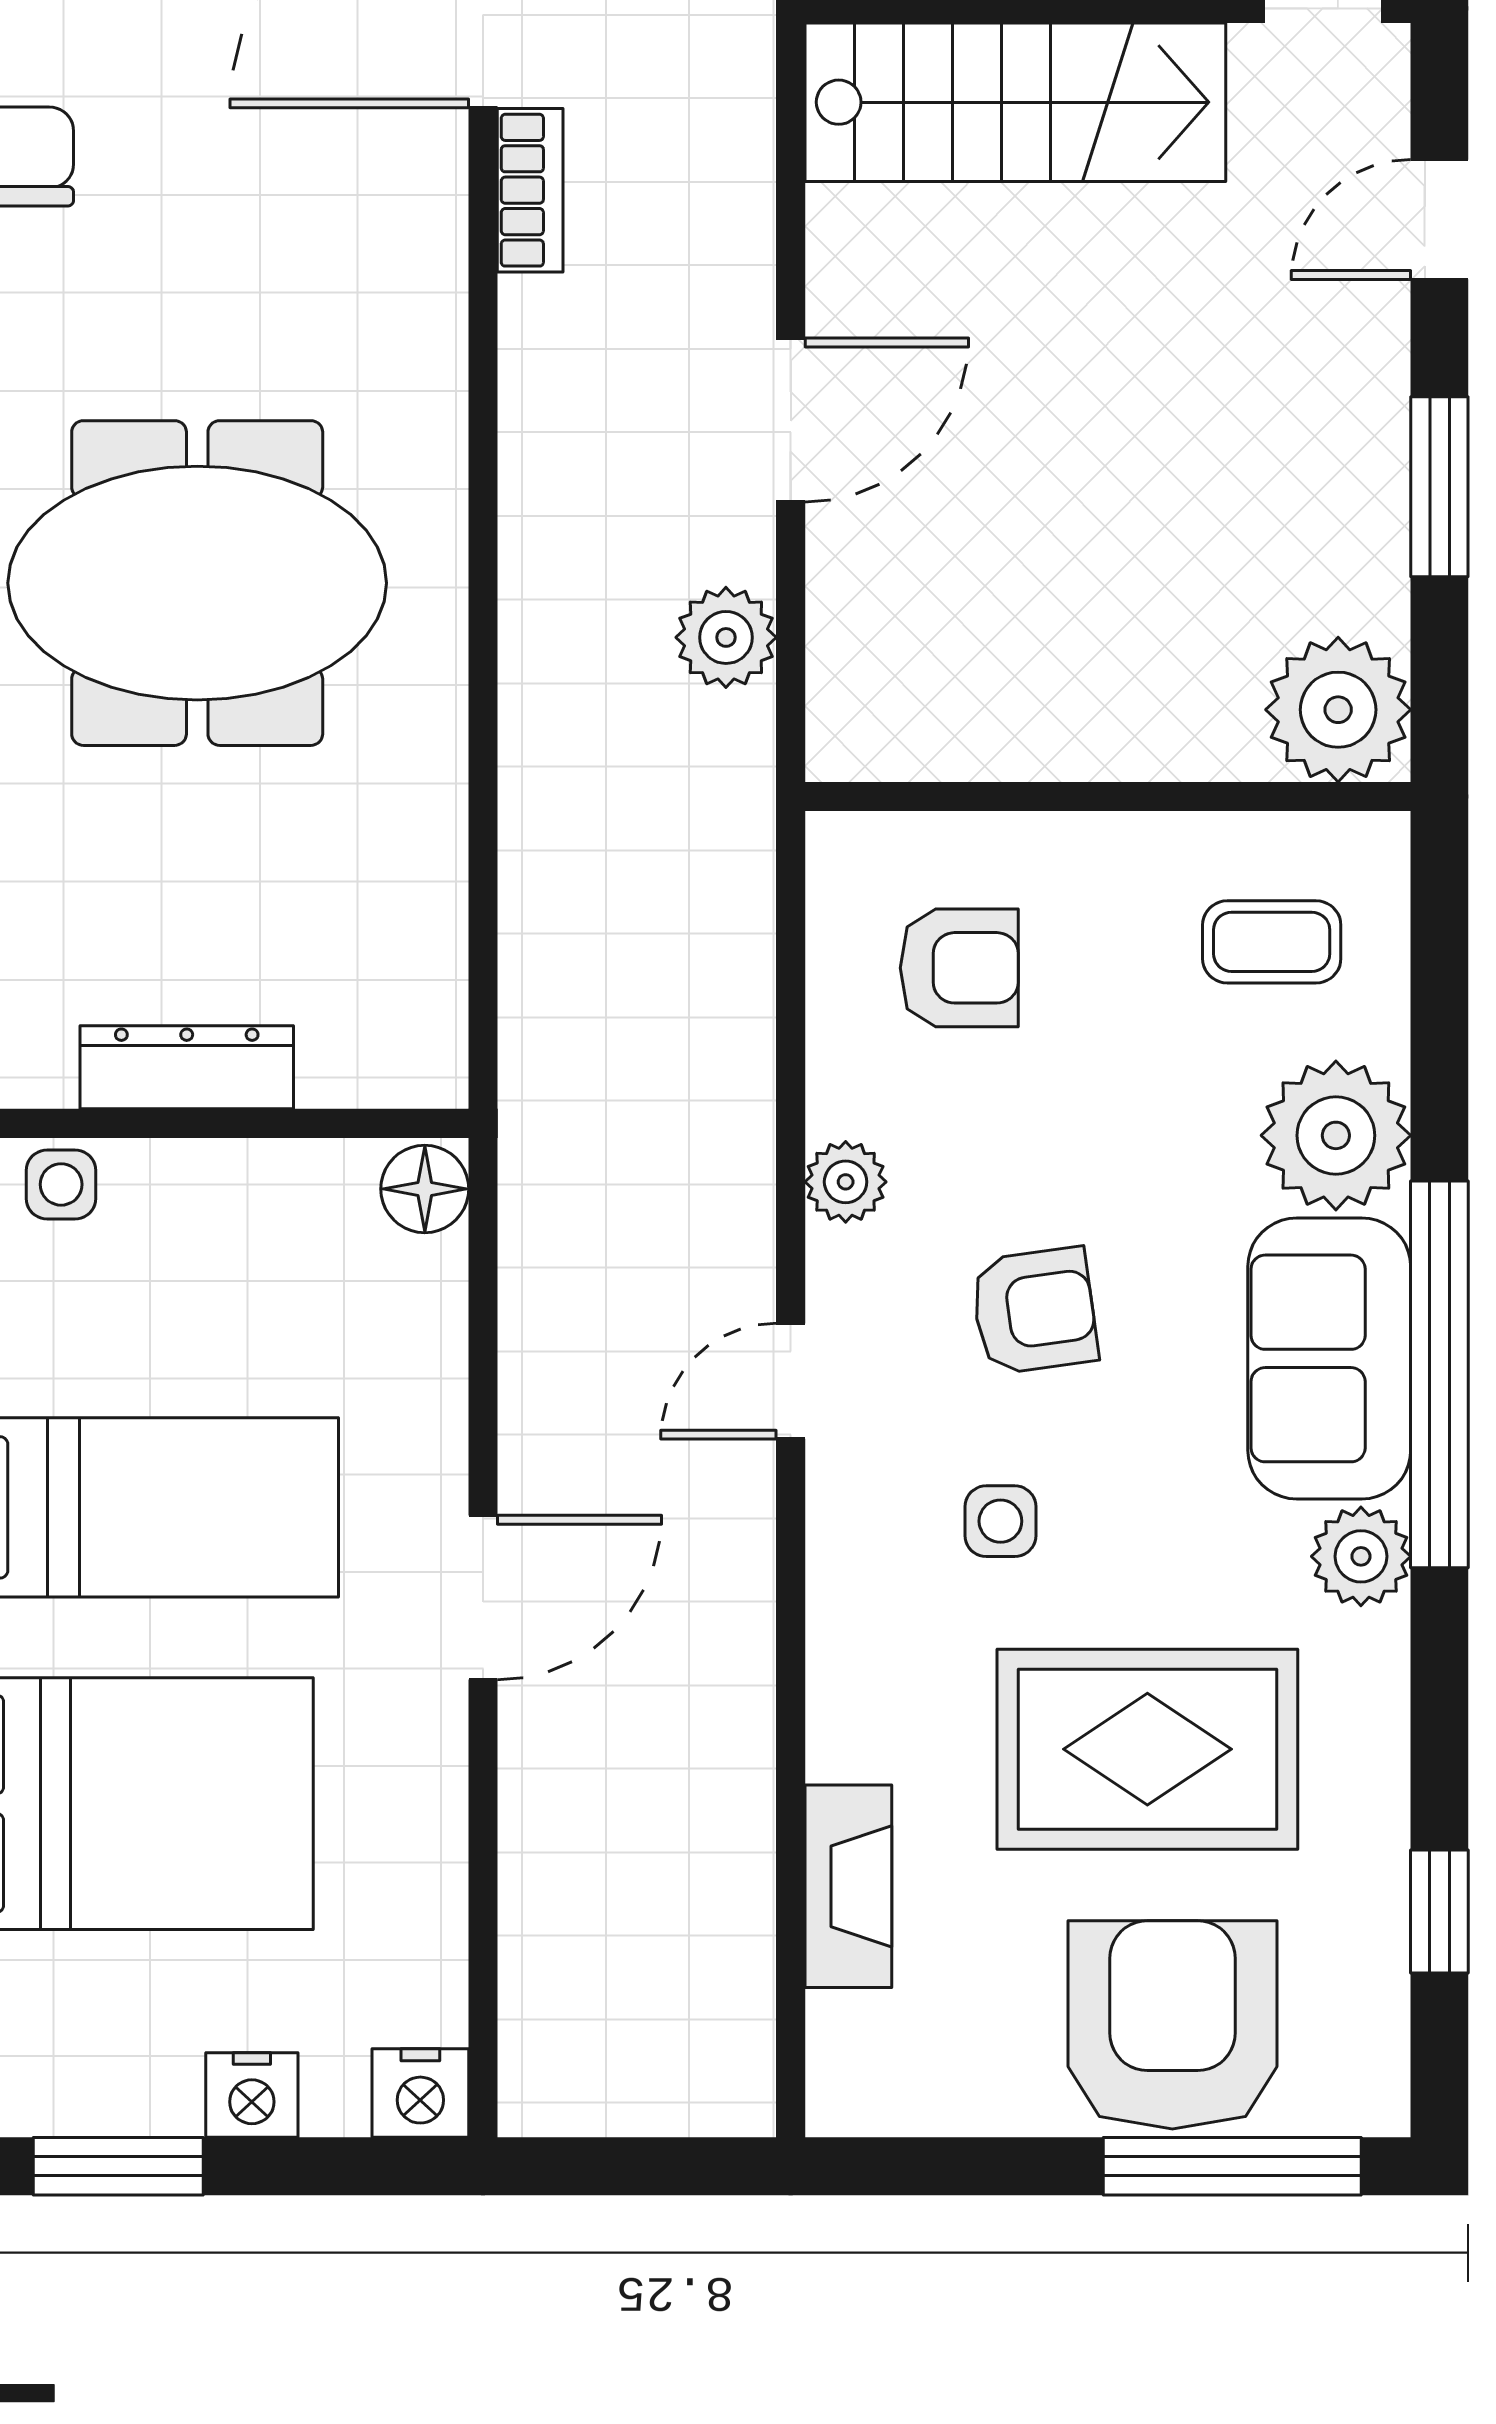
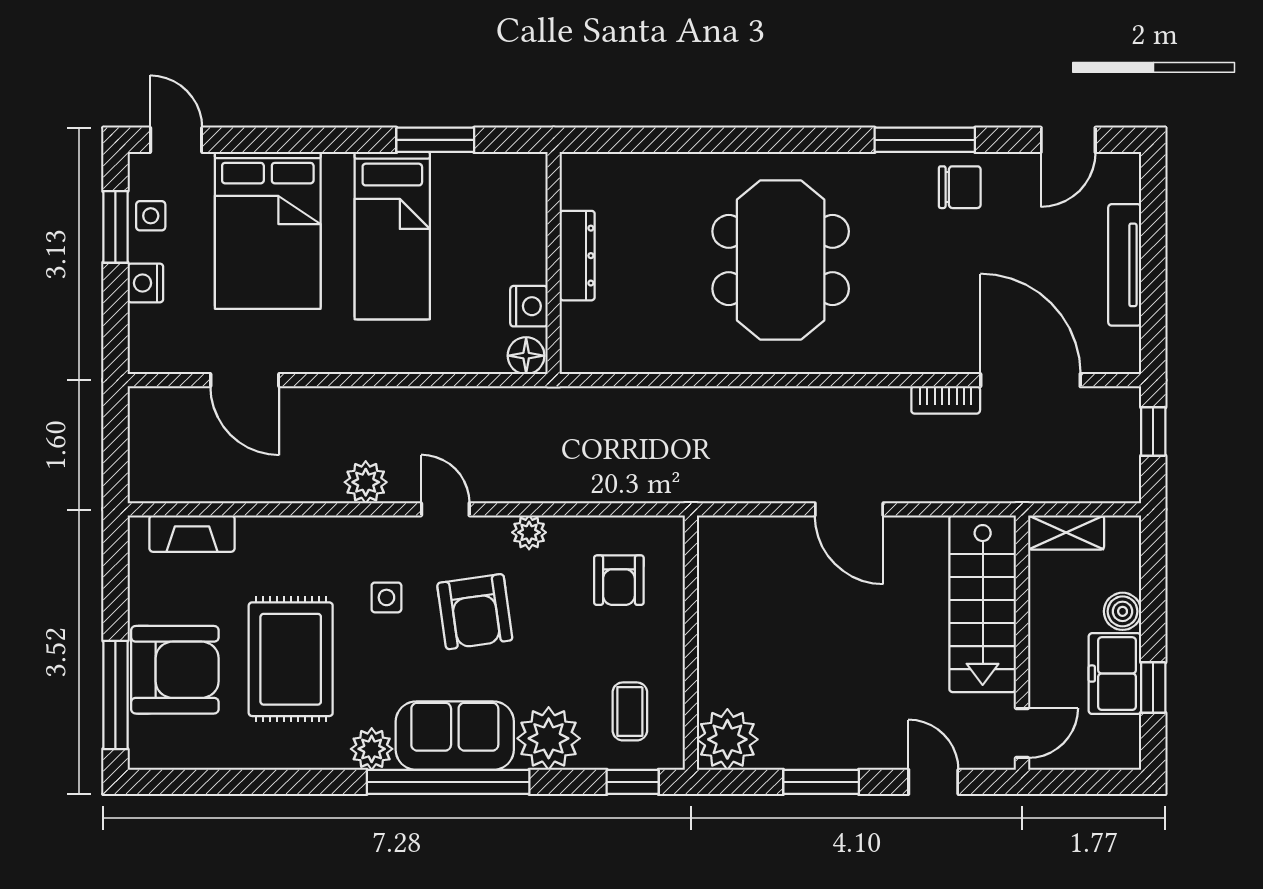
plant: (726, 637) -> (366, 482), moved
side table: (61, 1184) -> (151, 216), moved
armchair: (1034, 1311) -> (475, 612), width x1.38, depth x1.38
door: (483, 1598) -> (245, 380), moved
fireplace: (848, 1886) -> (192, 534), moved
window: (1439, 1912) -> (633, 782), moved
nightstand: (420, 2093) -> (529, 306), moved, turned 180

